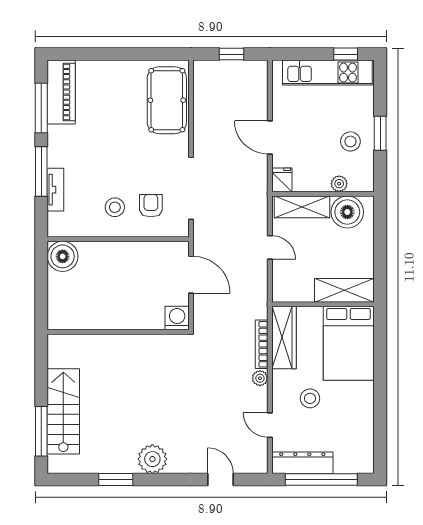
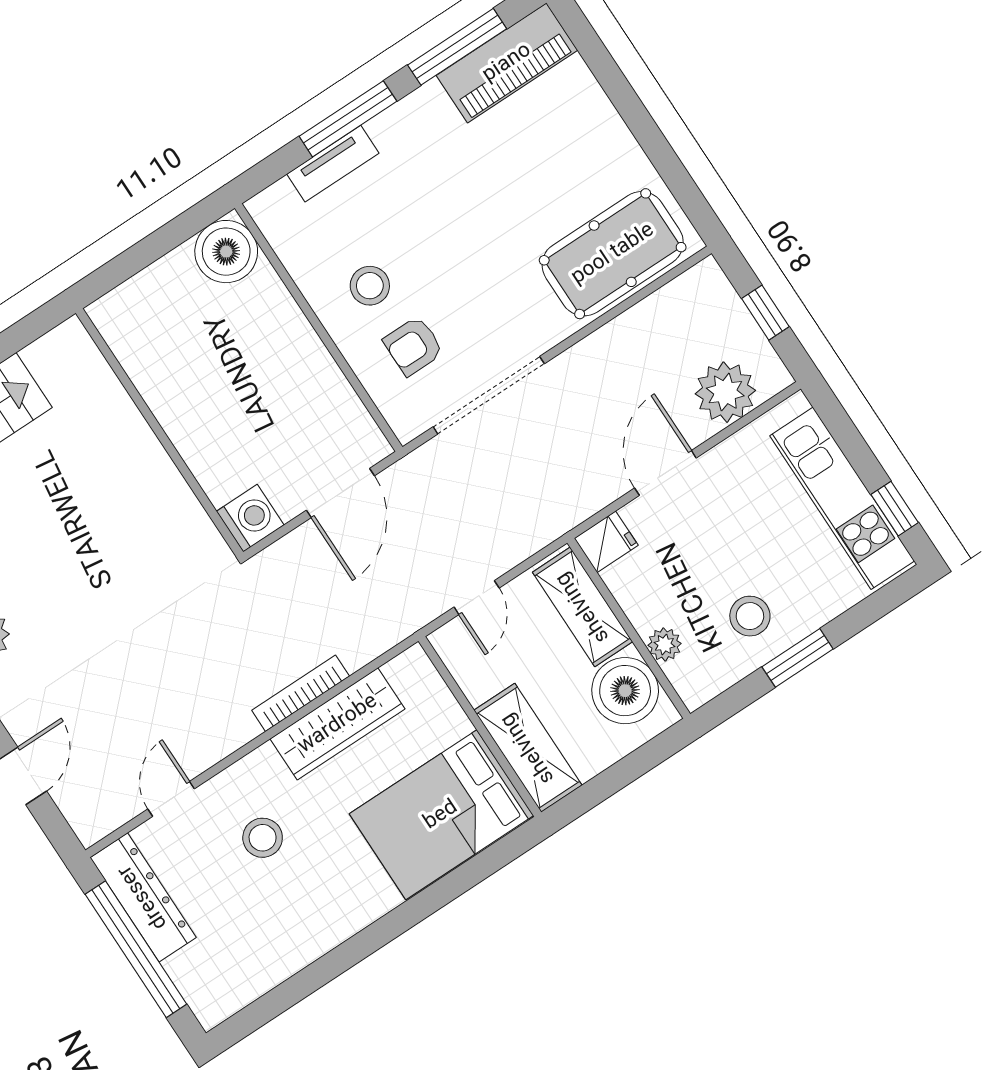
armchair: (151, 206) -> (413, 346), turned 180
shelving: (344, 290) -> (528, 748), moved
wall: (323, 304) -> (480, 727), moved
bed: (348, 343) -> (441, 815), moved
plant: (260, 378) -> (725, 392), moved, width x1.88, depth x1.88

